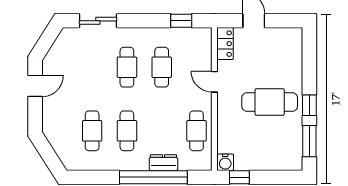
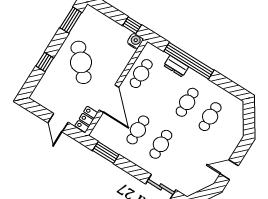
window: (181, 21) -> (106, 153), width x1.50
door: (214, 82) -> (109, 99), width x1.87
cafe table: (270, 102) -> (81, 62), turned 48
window: (309, 105) -> (45, 62), moved

